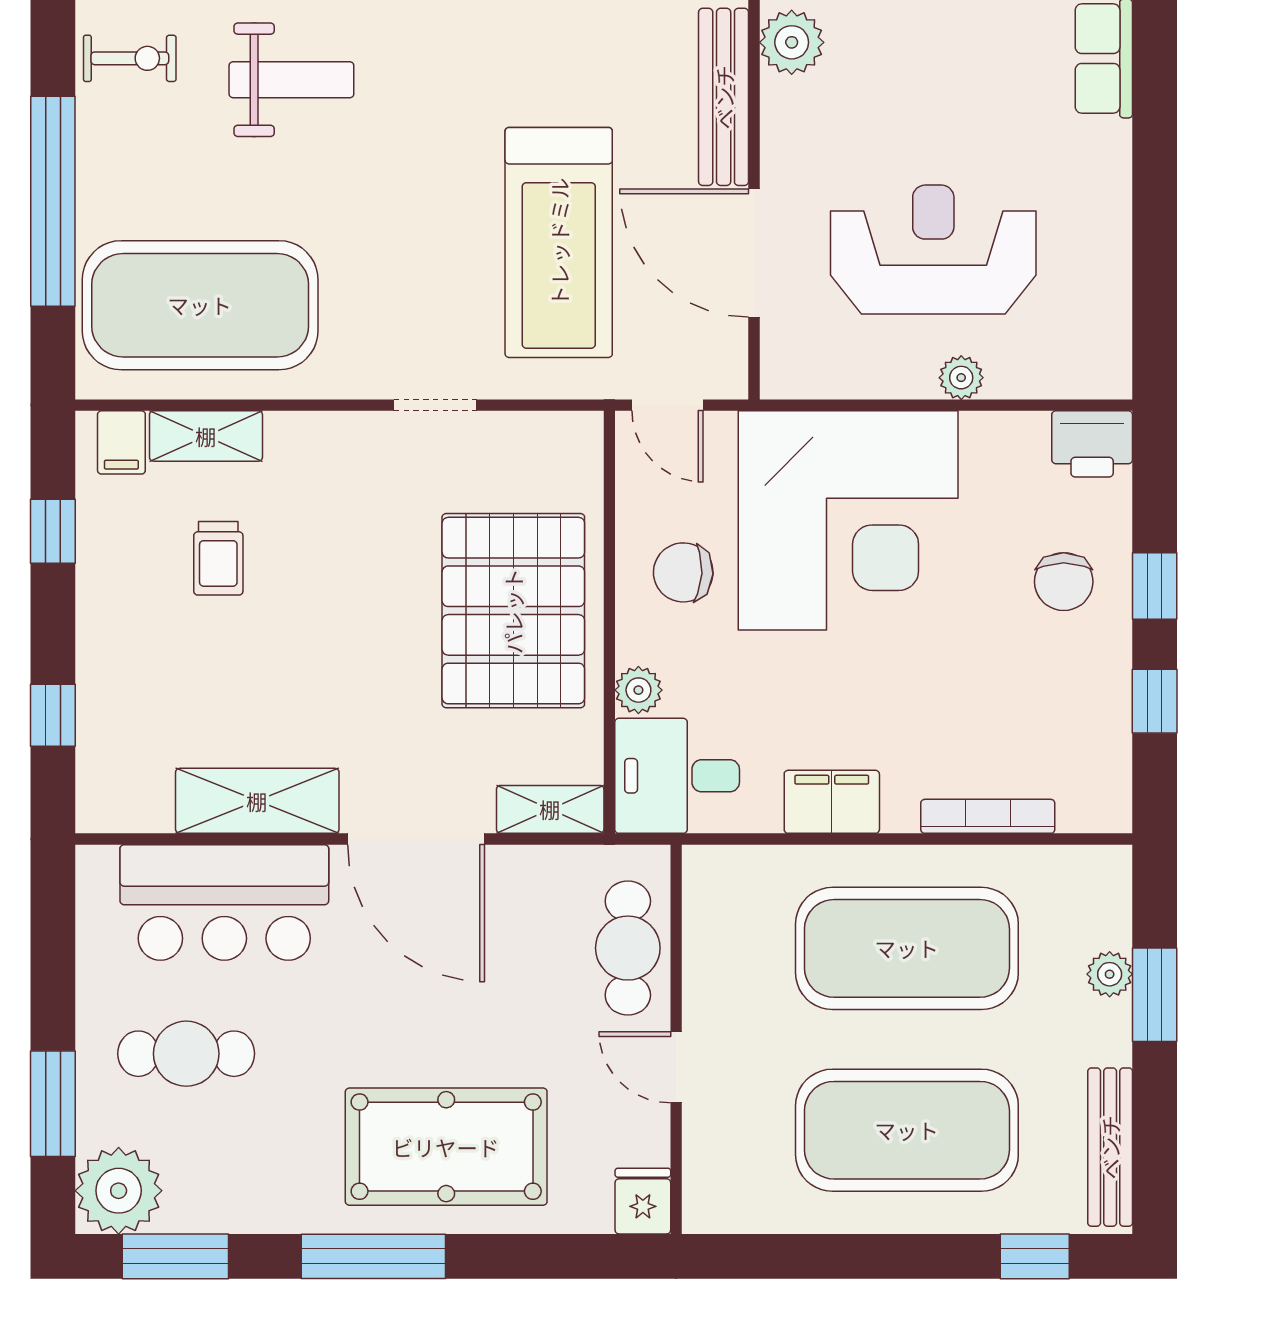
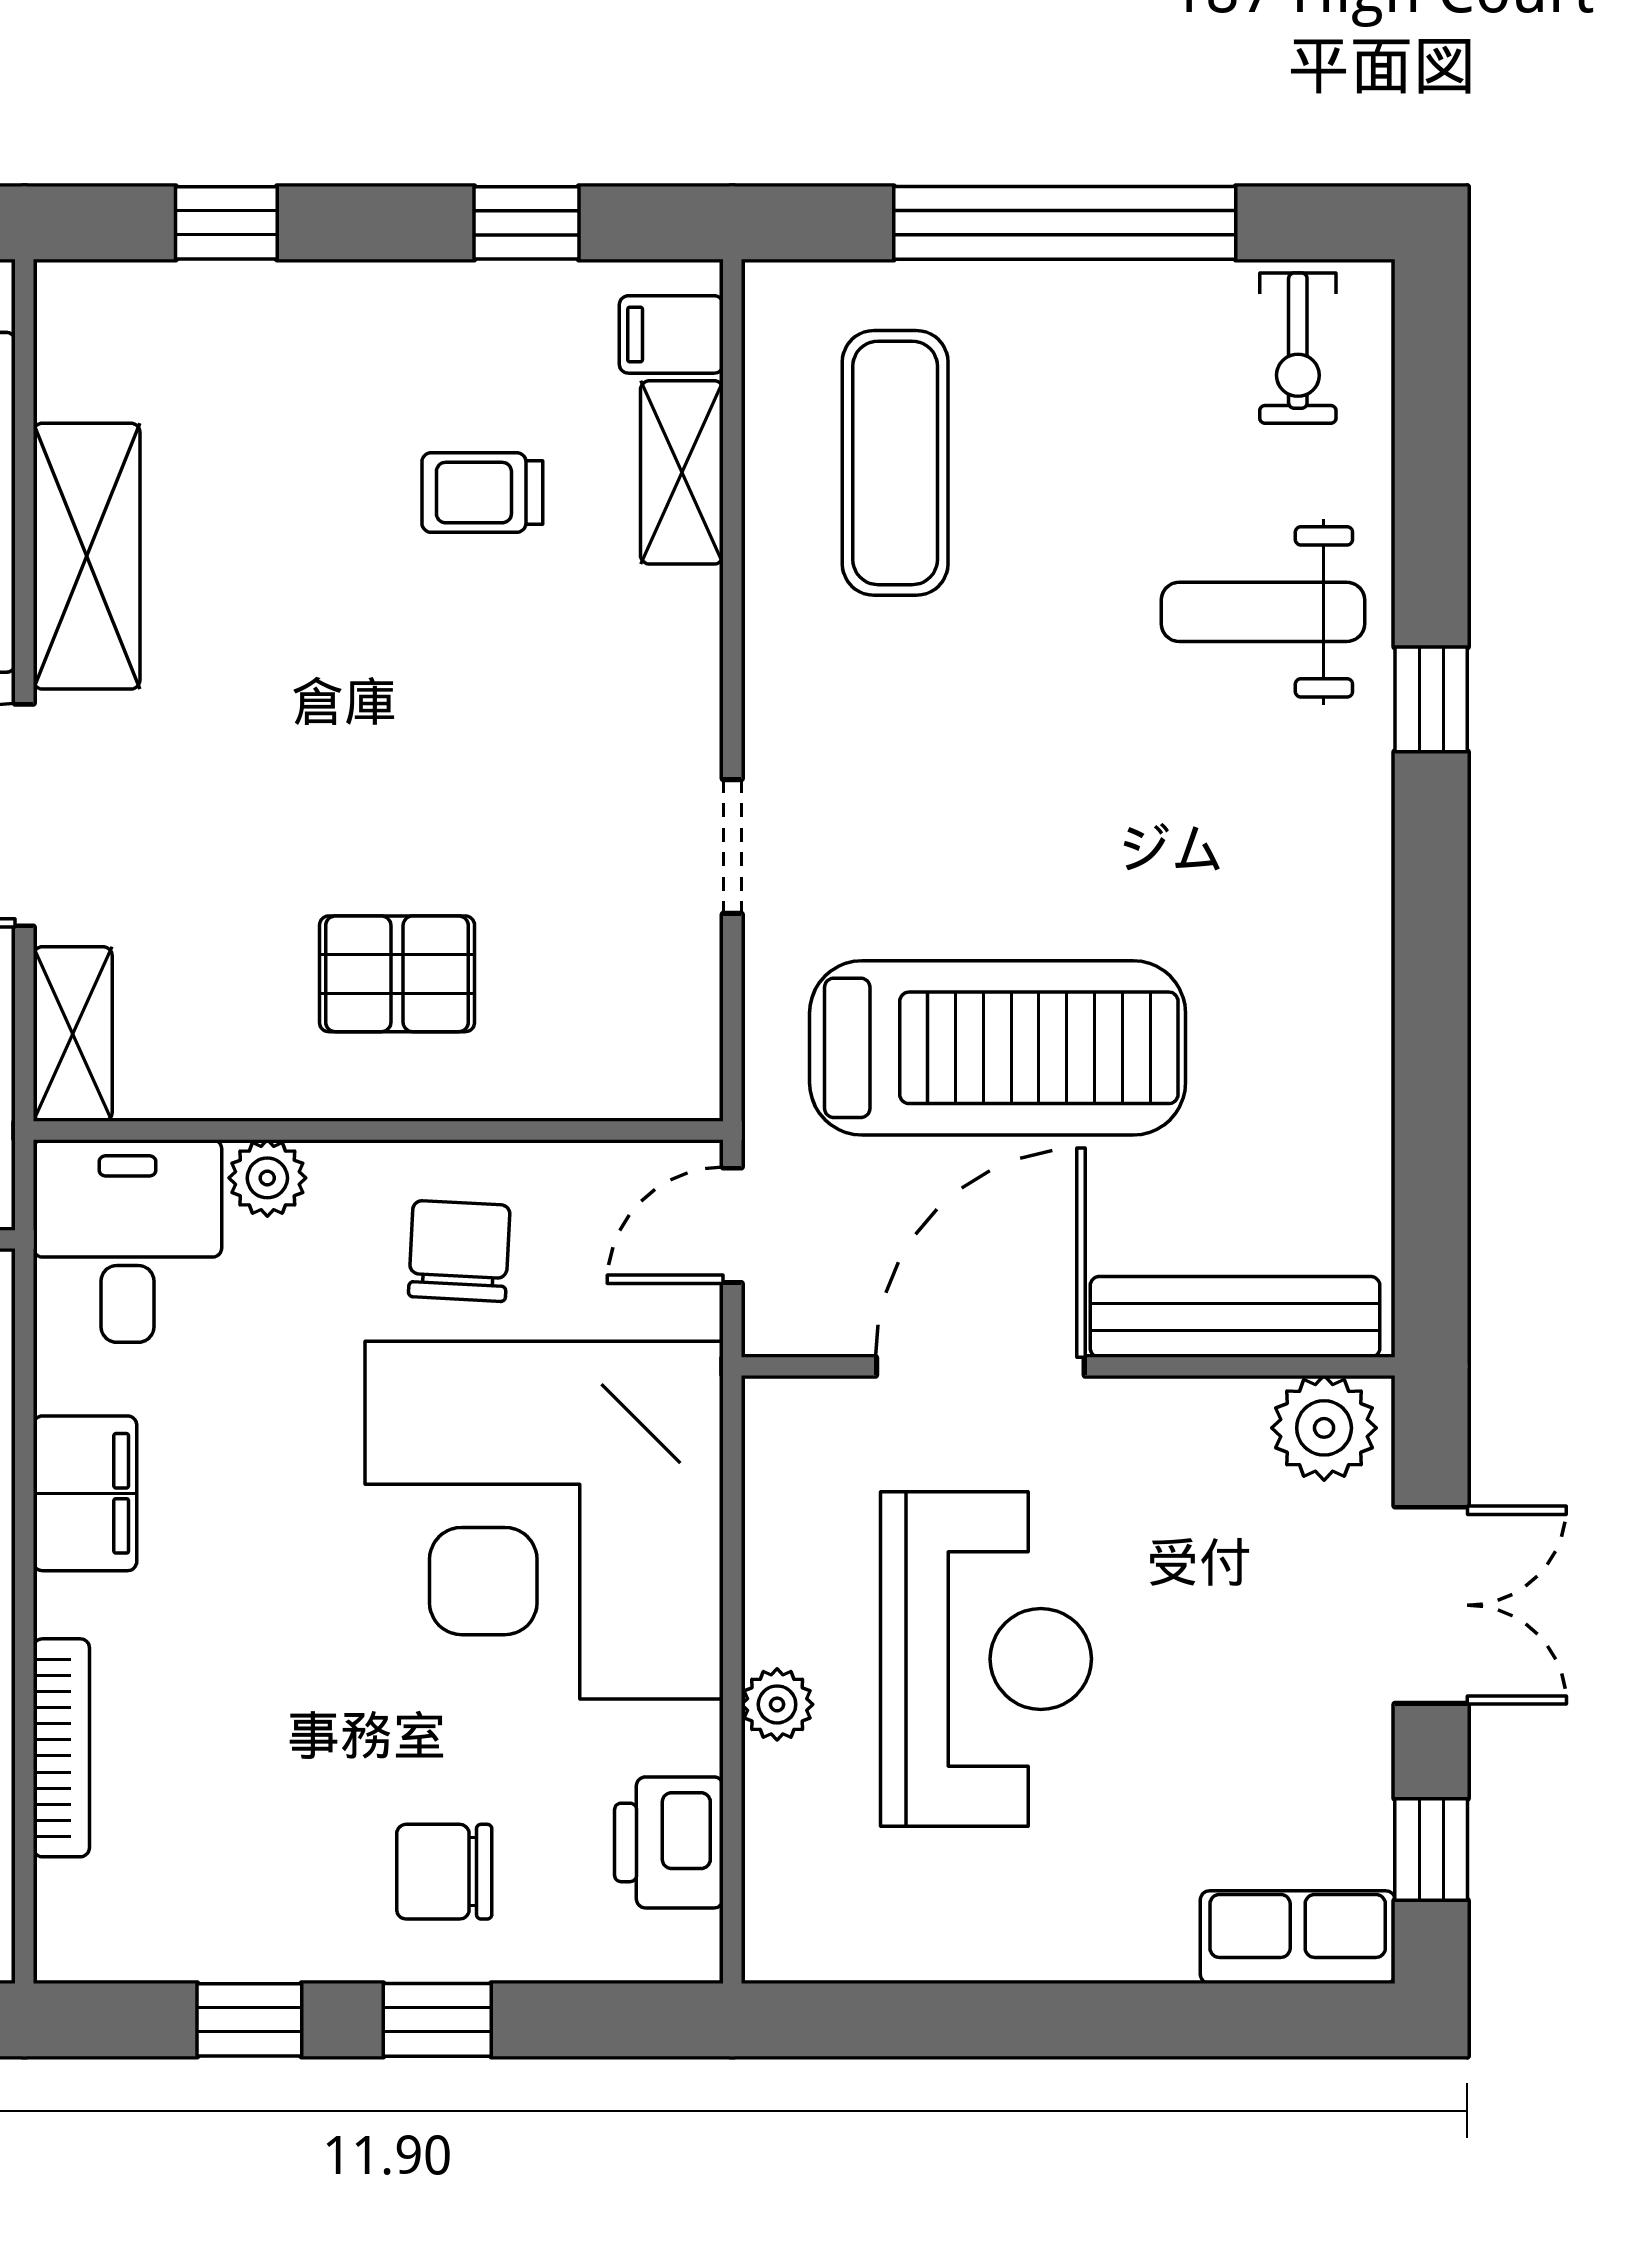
weight bench: (291, 80) -> (1263, 612), turned 90
treadmill: (559, 242) -> (998, 1048), turned 180
exercise mat: (200, 305) -> (895, 463), width x0.50, depth x0.69
printer: (1092, 444) -> (669, 1842), moved
pallet: (513, 611) -> (397, 974), width x0.49, depth x0.50

